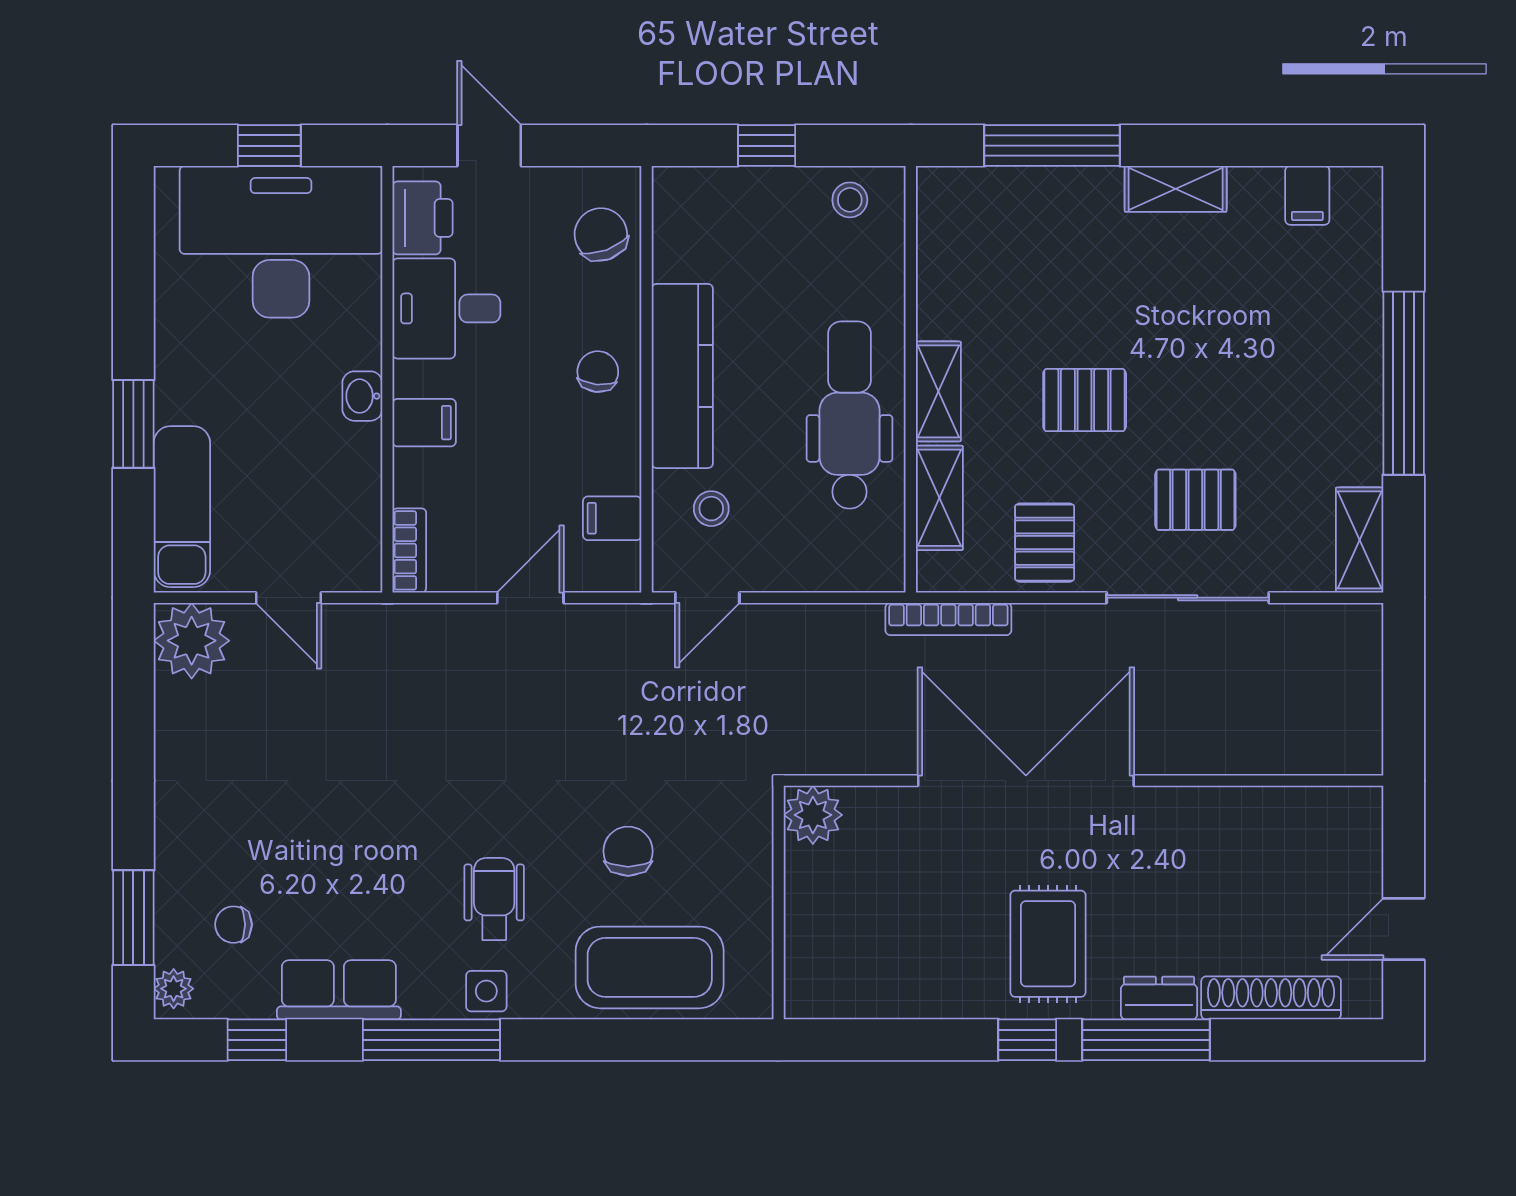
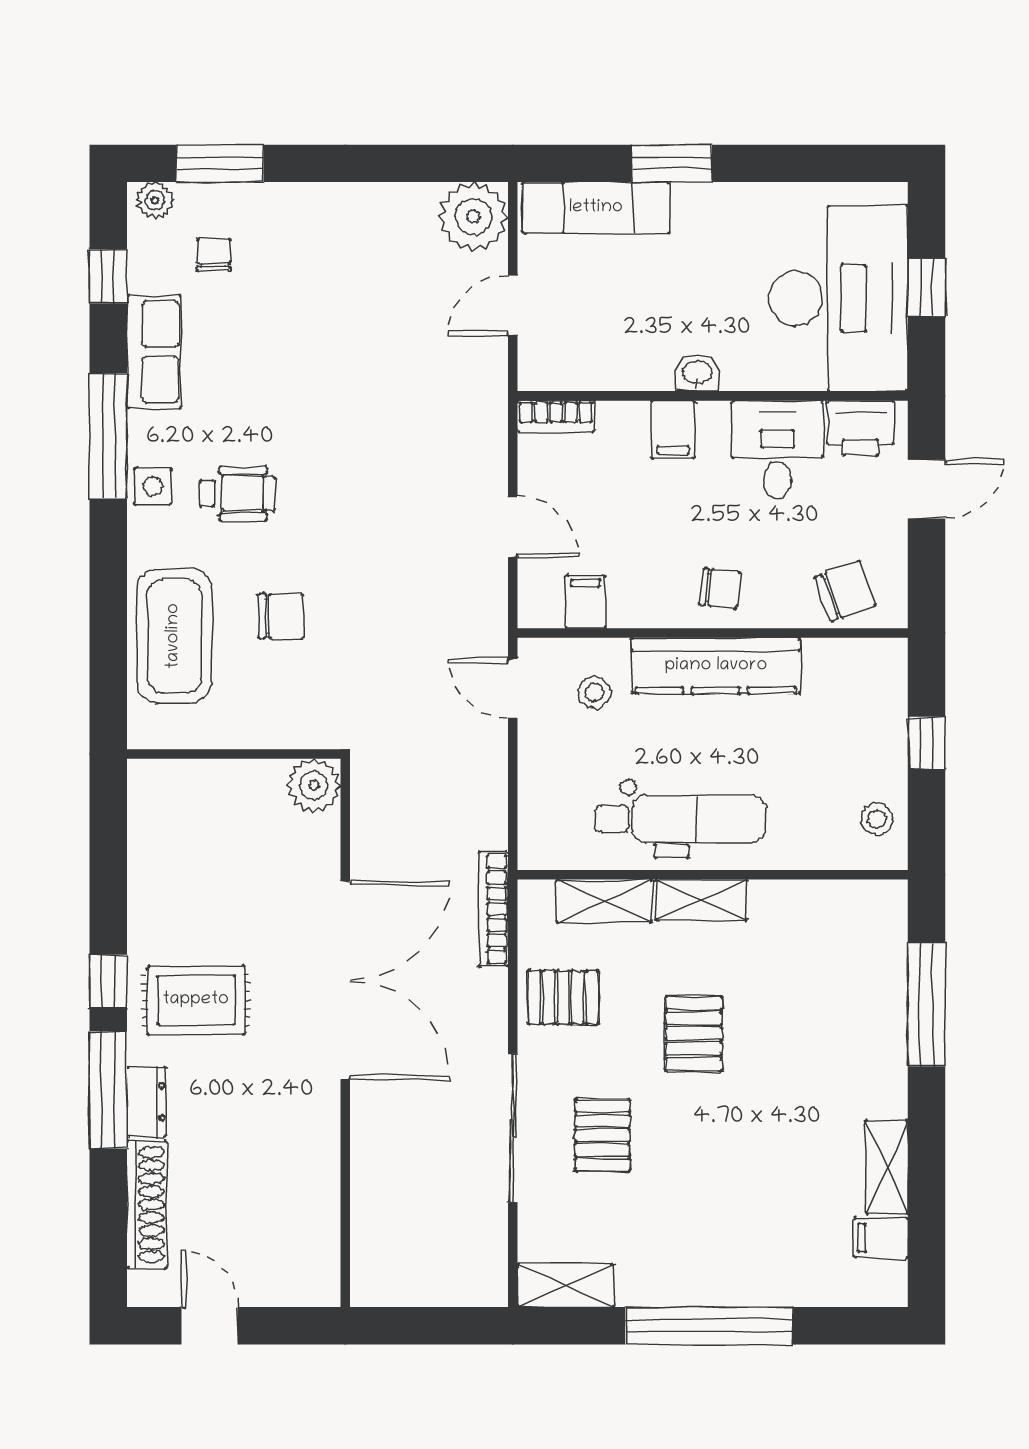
shelving: (1176, 189) -> (887, 1167), moved

